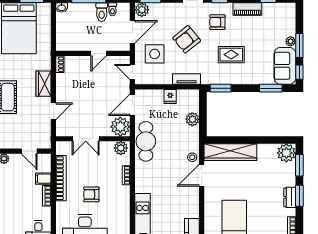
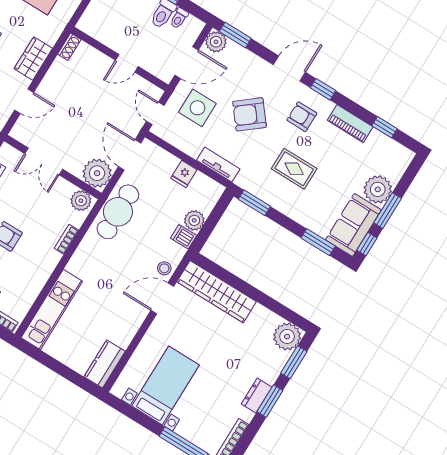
plant: (291, 41) -> (378, 189), width x1.88, depth x1.88
door: (132, 105) -> (130, 155), hinge flipped
dishwasher: (192, 132) -> (184, 237), added

